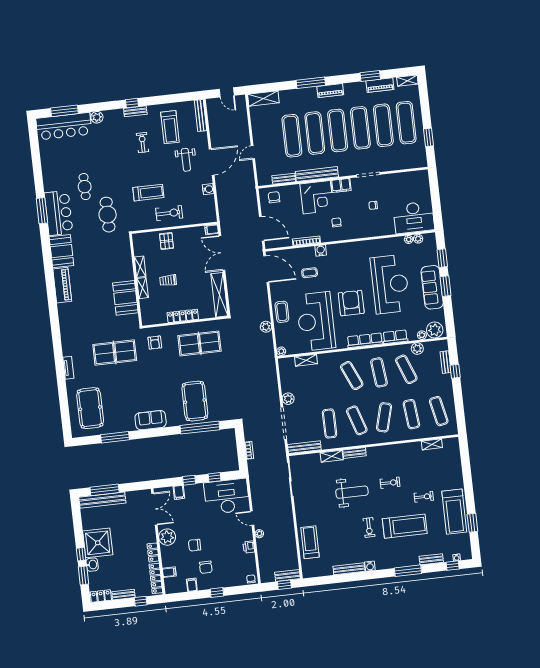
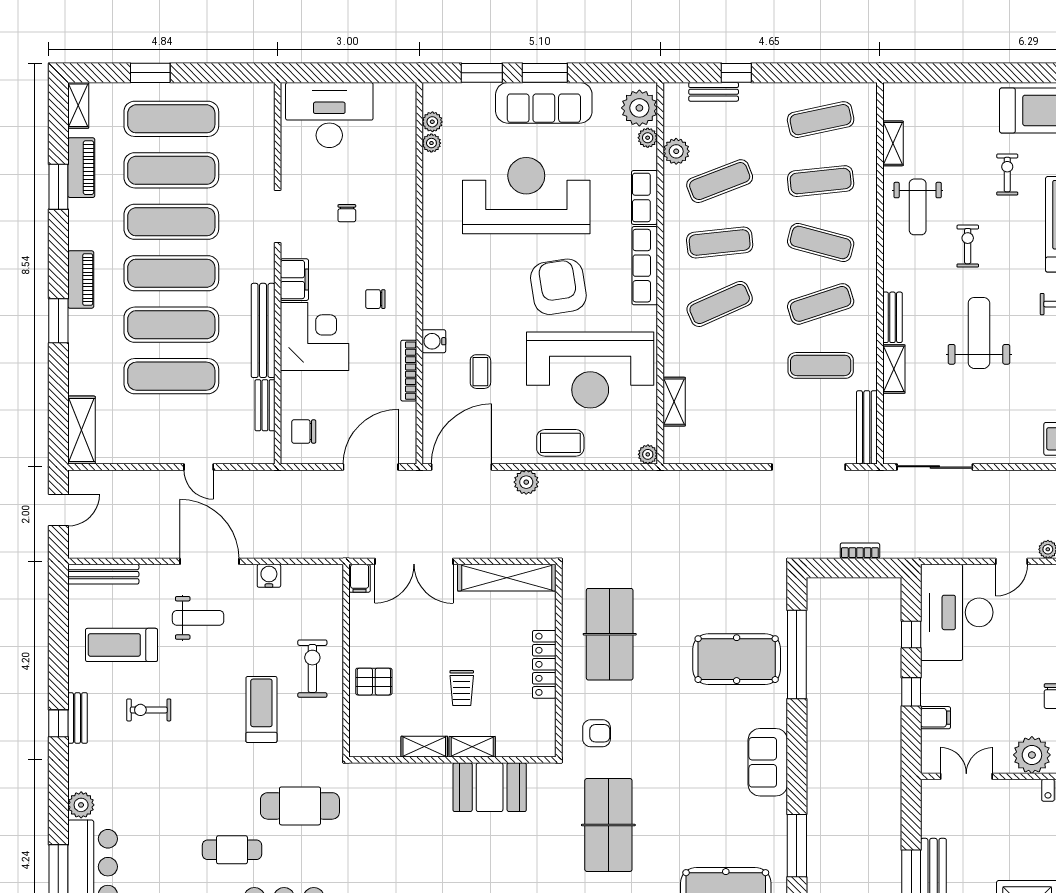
window: (311, 83) -> (58, 321), width x0.69
treadmill: (170, 127) -> (121, 645), turned 180
window: (429, 137) -> (150, 73), moved
desk: (414, 217) -> (329, 115), moved, turned -90
armchair: (351, 303) -> (558, 287), turned 81
plant: (266, 327) -> (526, 482), moved
plant: (288, 399) -> (755, 451), removed
weight bench: (405, 459) -> (918, 207), added
double door: (154, 509) -> (966, 776), width x0.73

